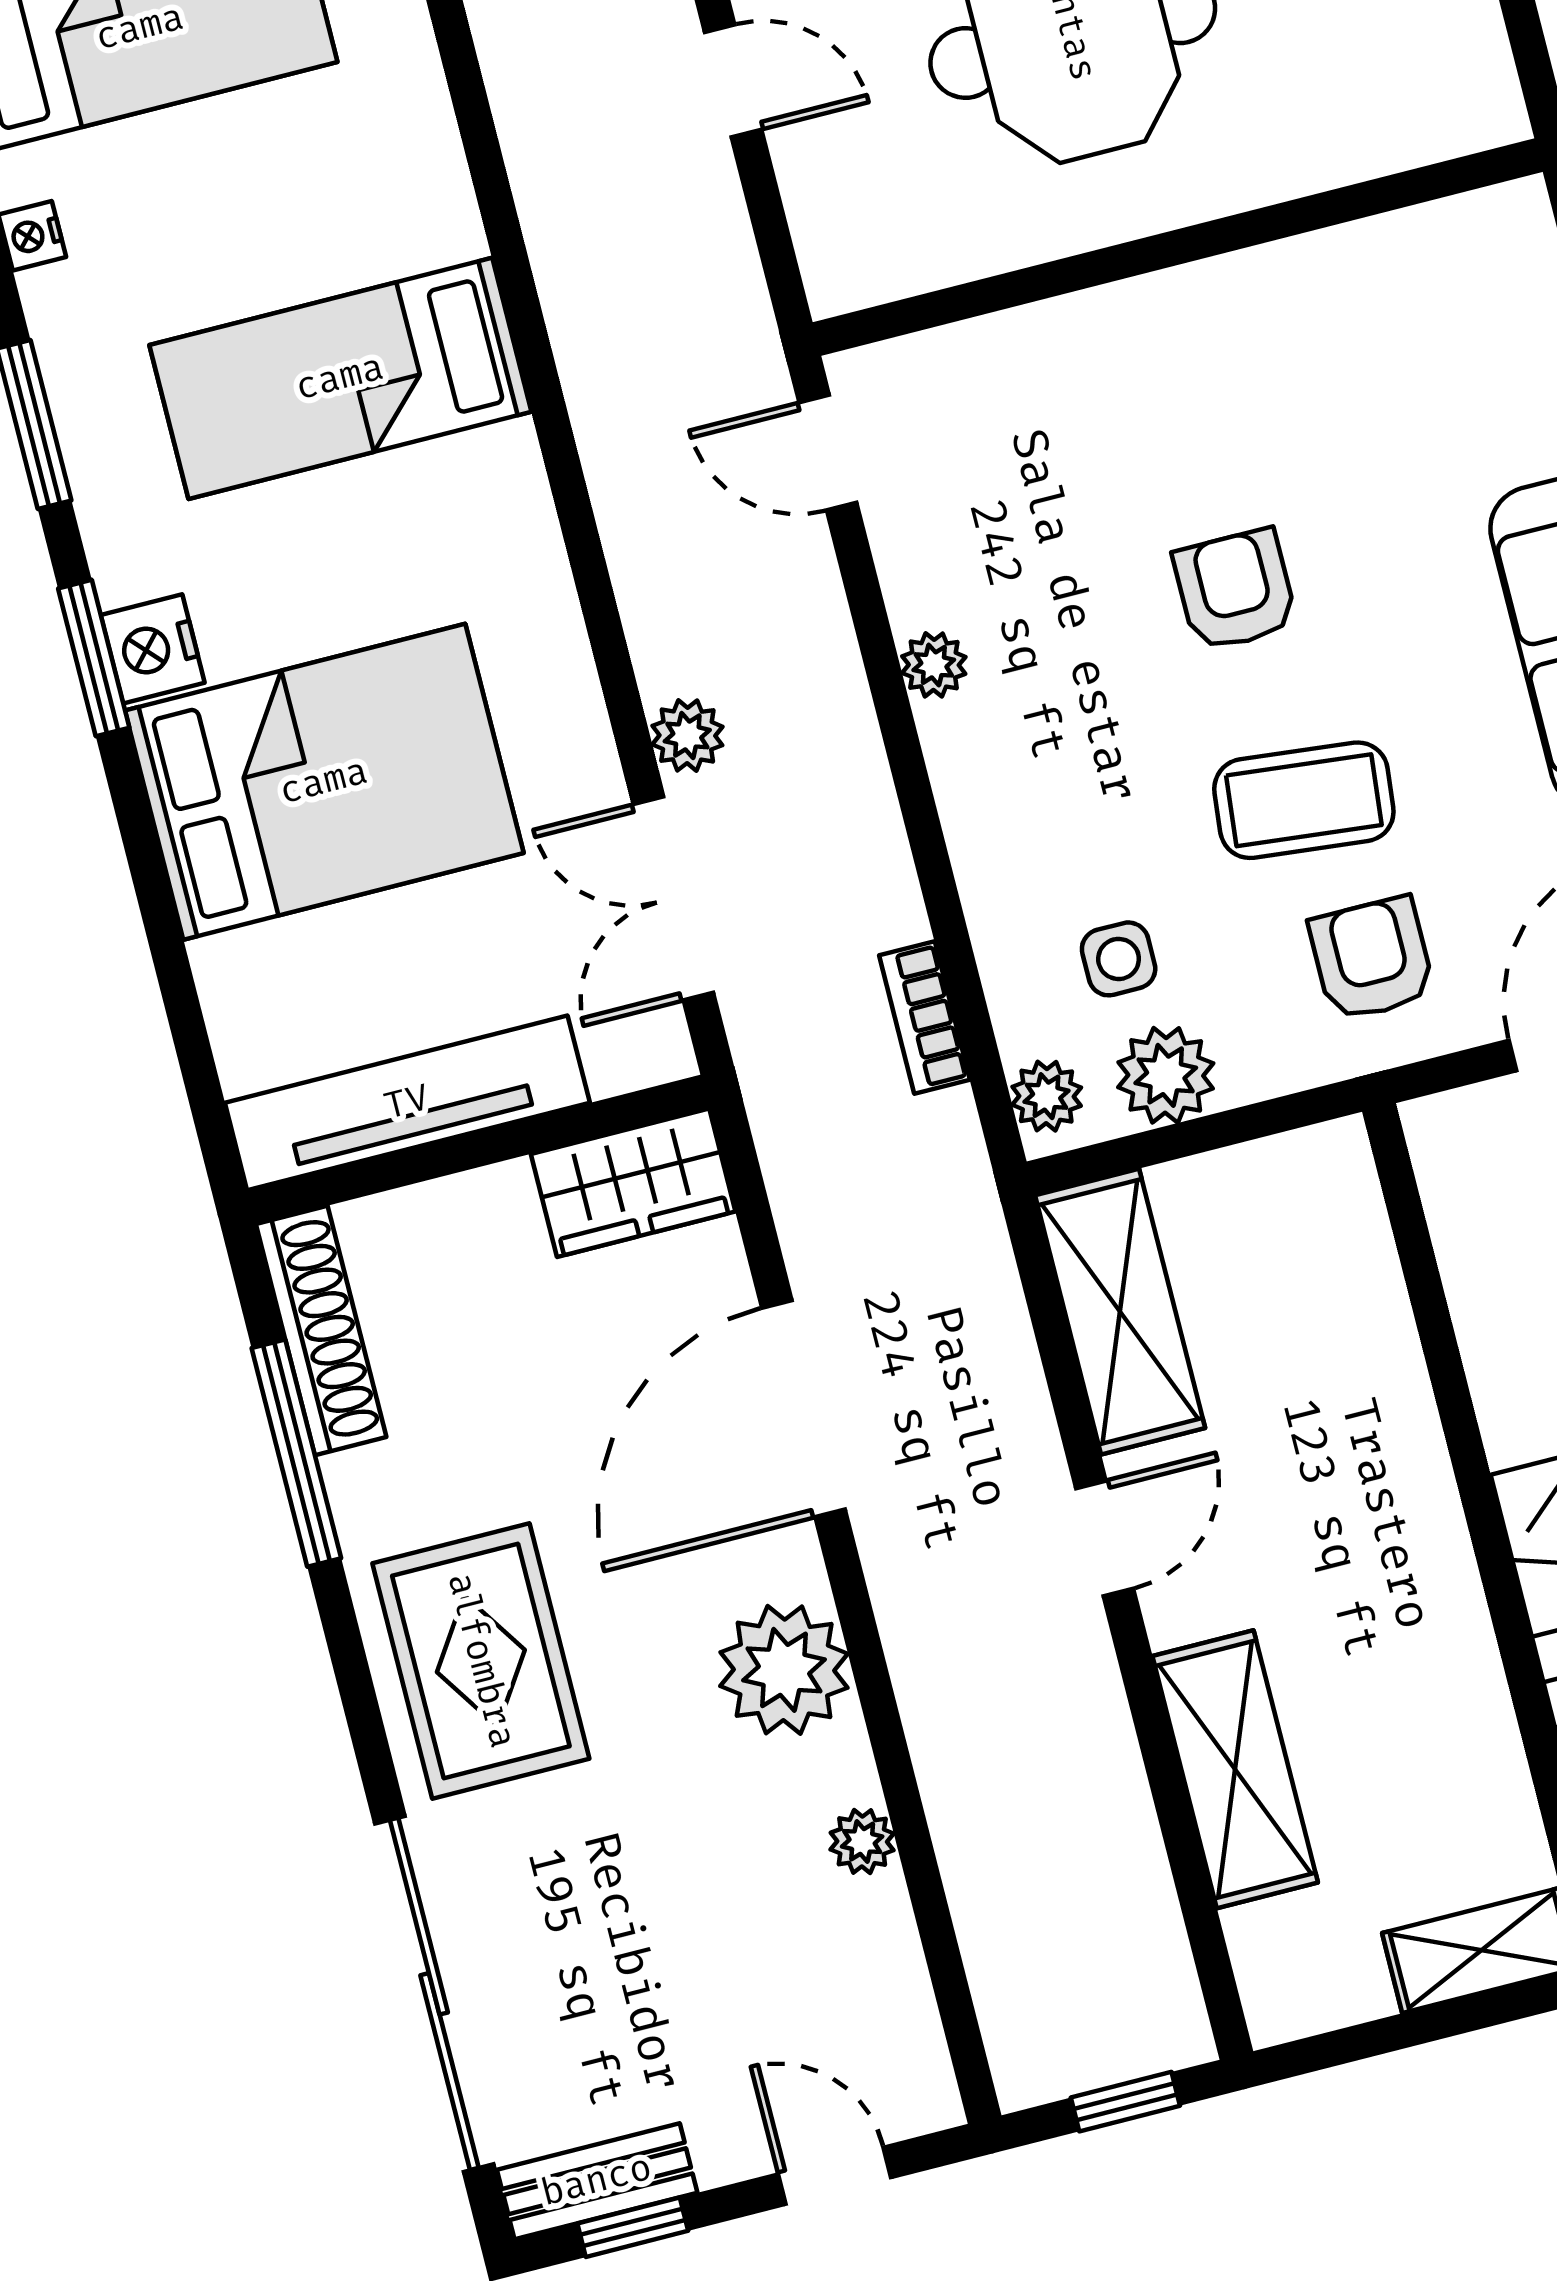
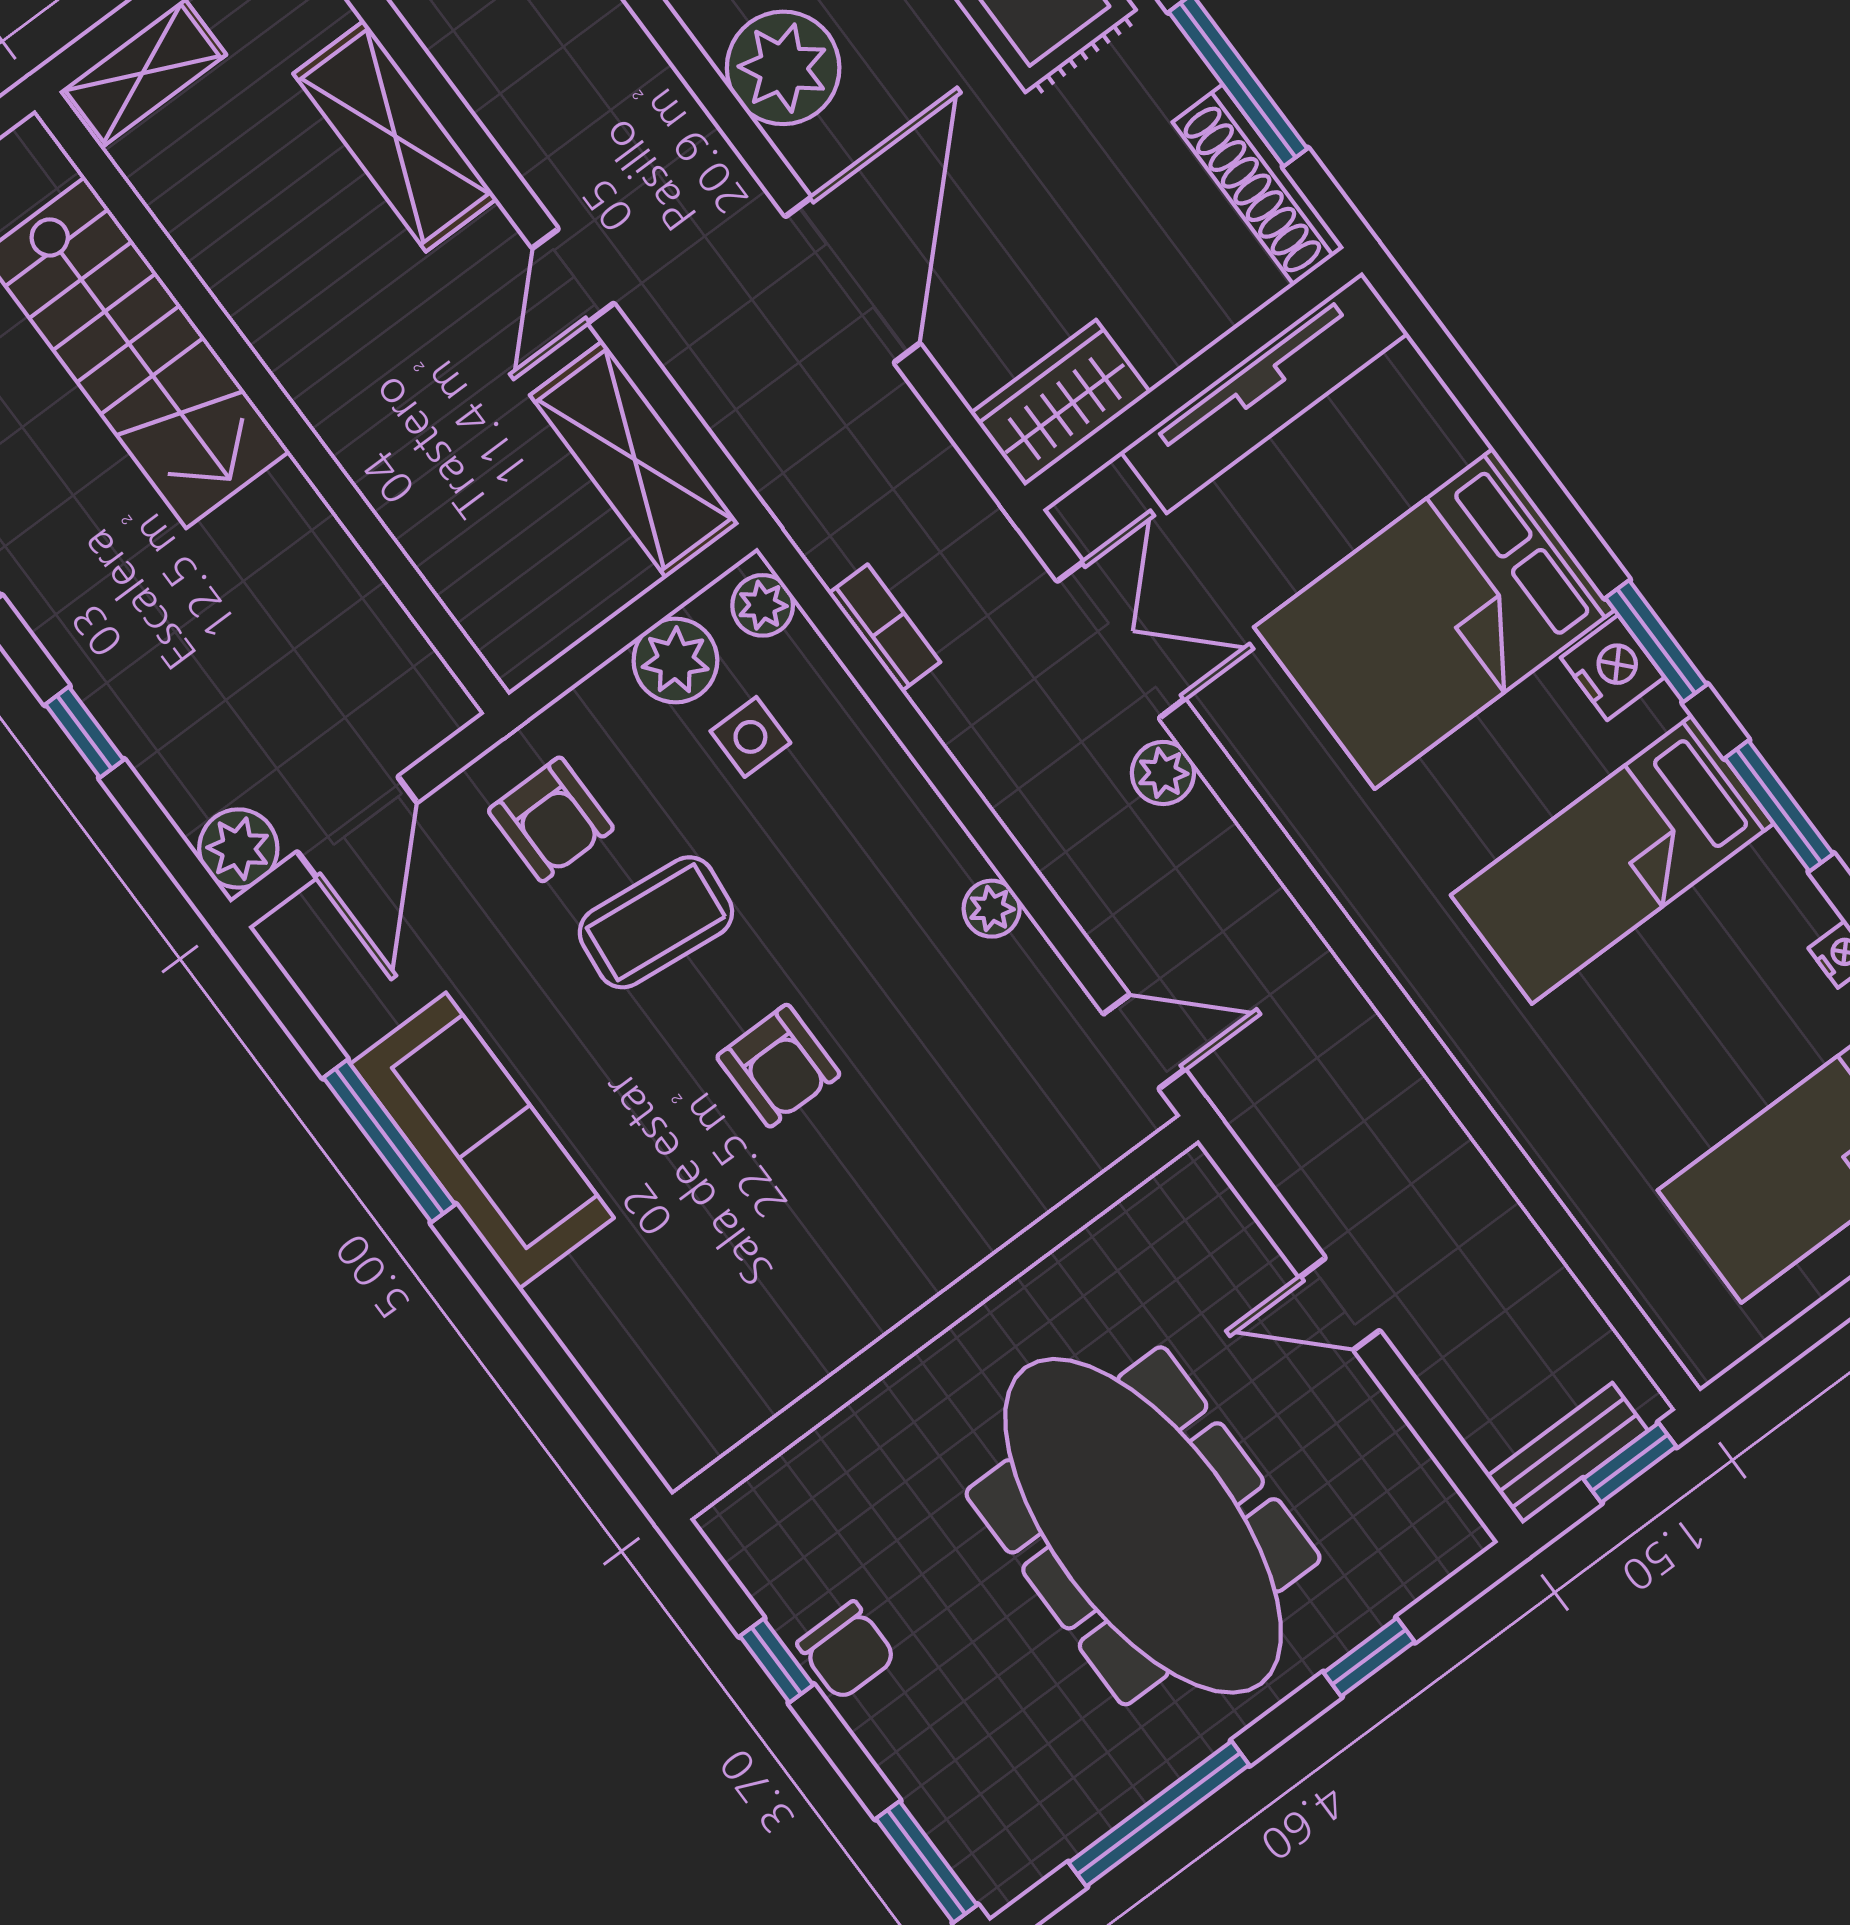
bed: (340, 378) -> (1612, 859), moved, turned 180

